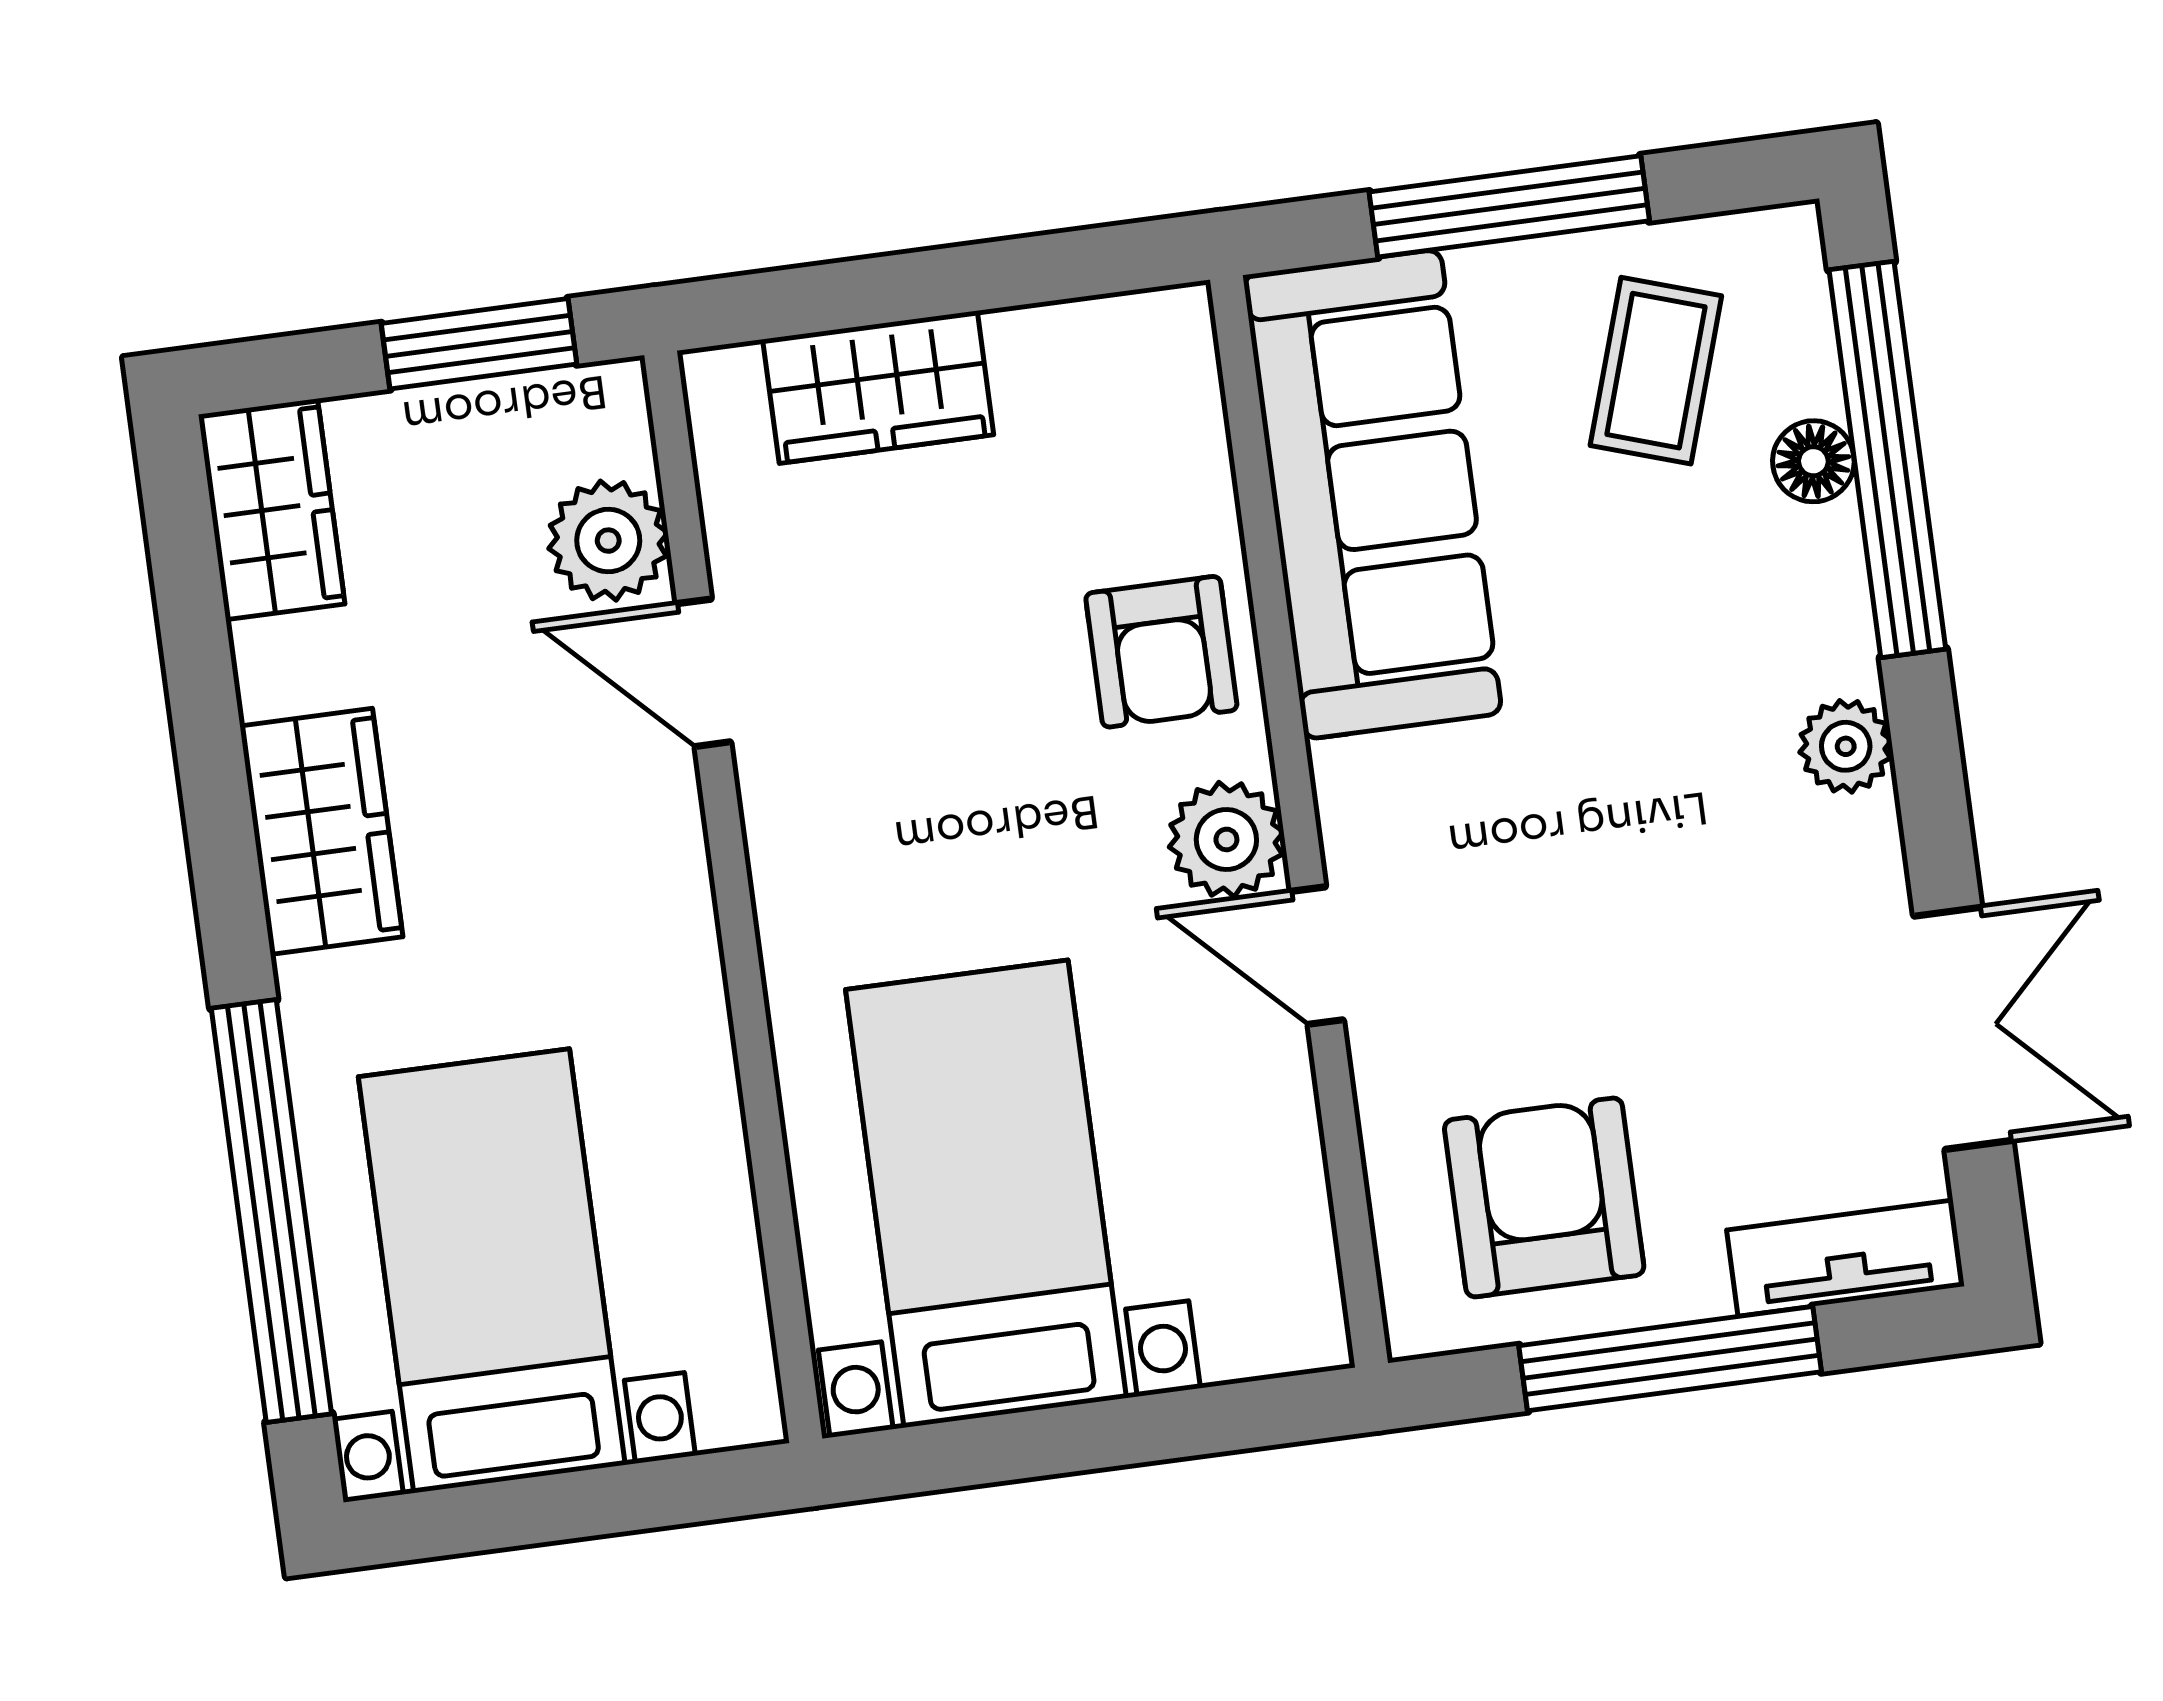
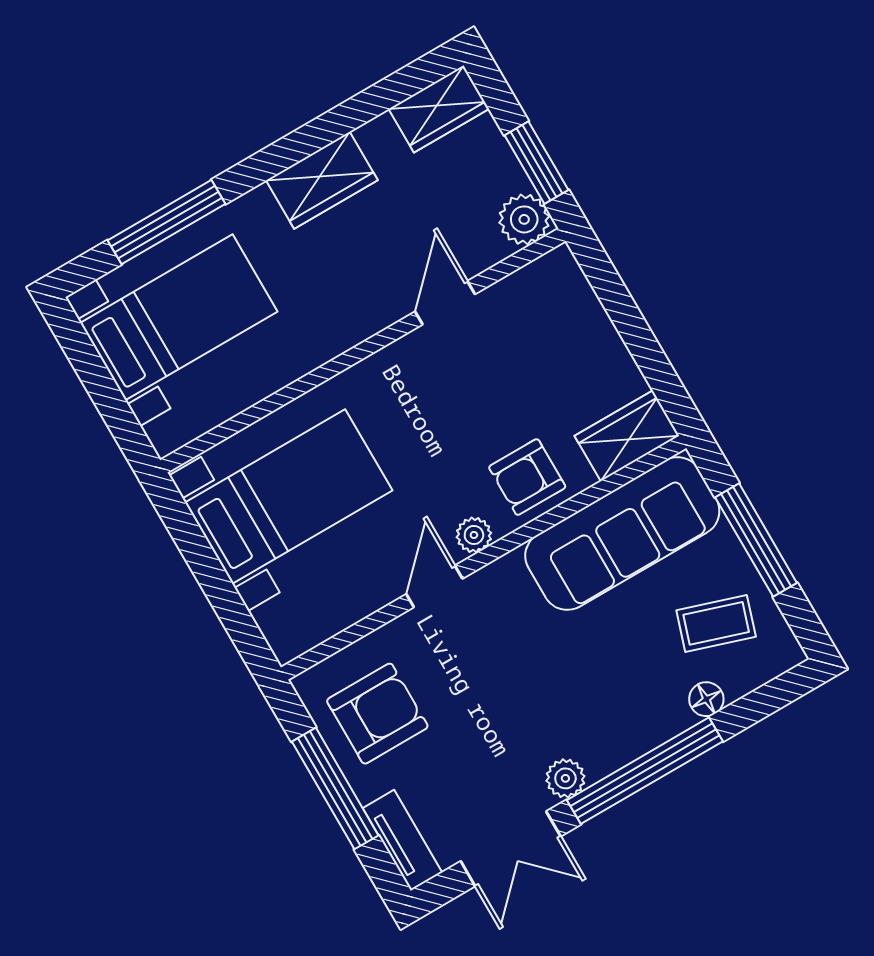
wardrobe: (878, 387) -> (627, 436), moved, turned 90
window: (1887, 459) -> (645, 771), moved
plant: (608, 541) -> (524, 219), moved
plant: (1846, 746) -> (565, 778), moved
plant: (1226, 839) -> (474, 535), width x0.73, depth x0.73
window: (271, 1211) -> (167, 222), width x0.68

